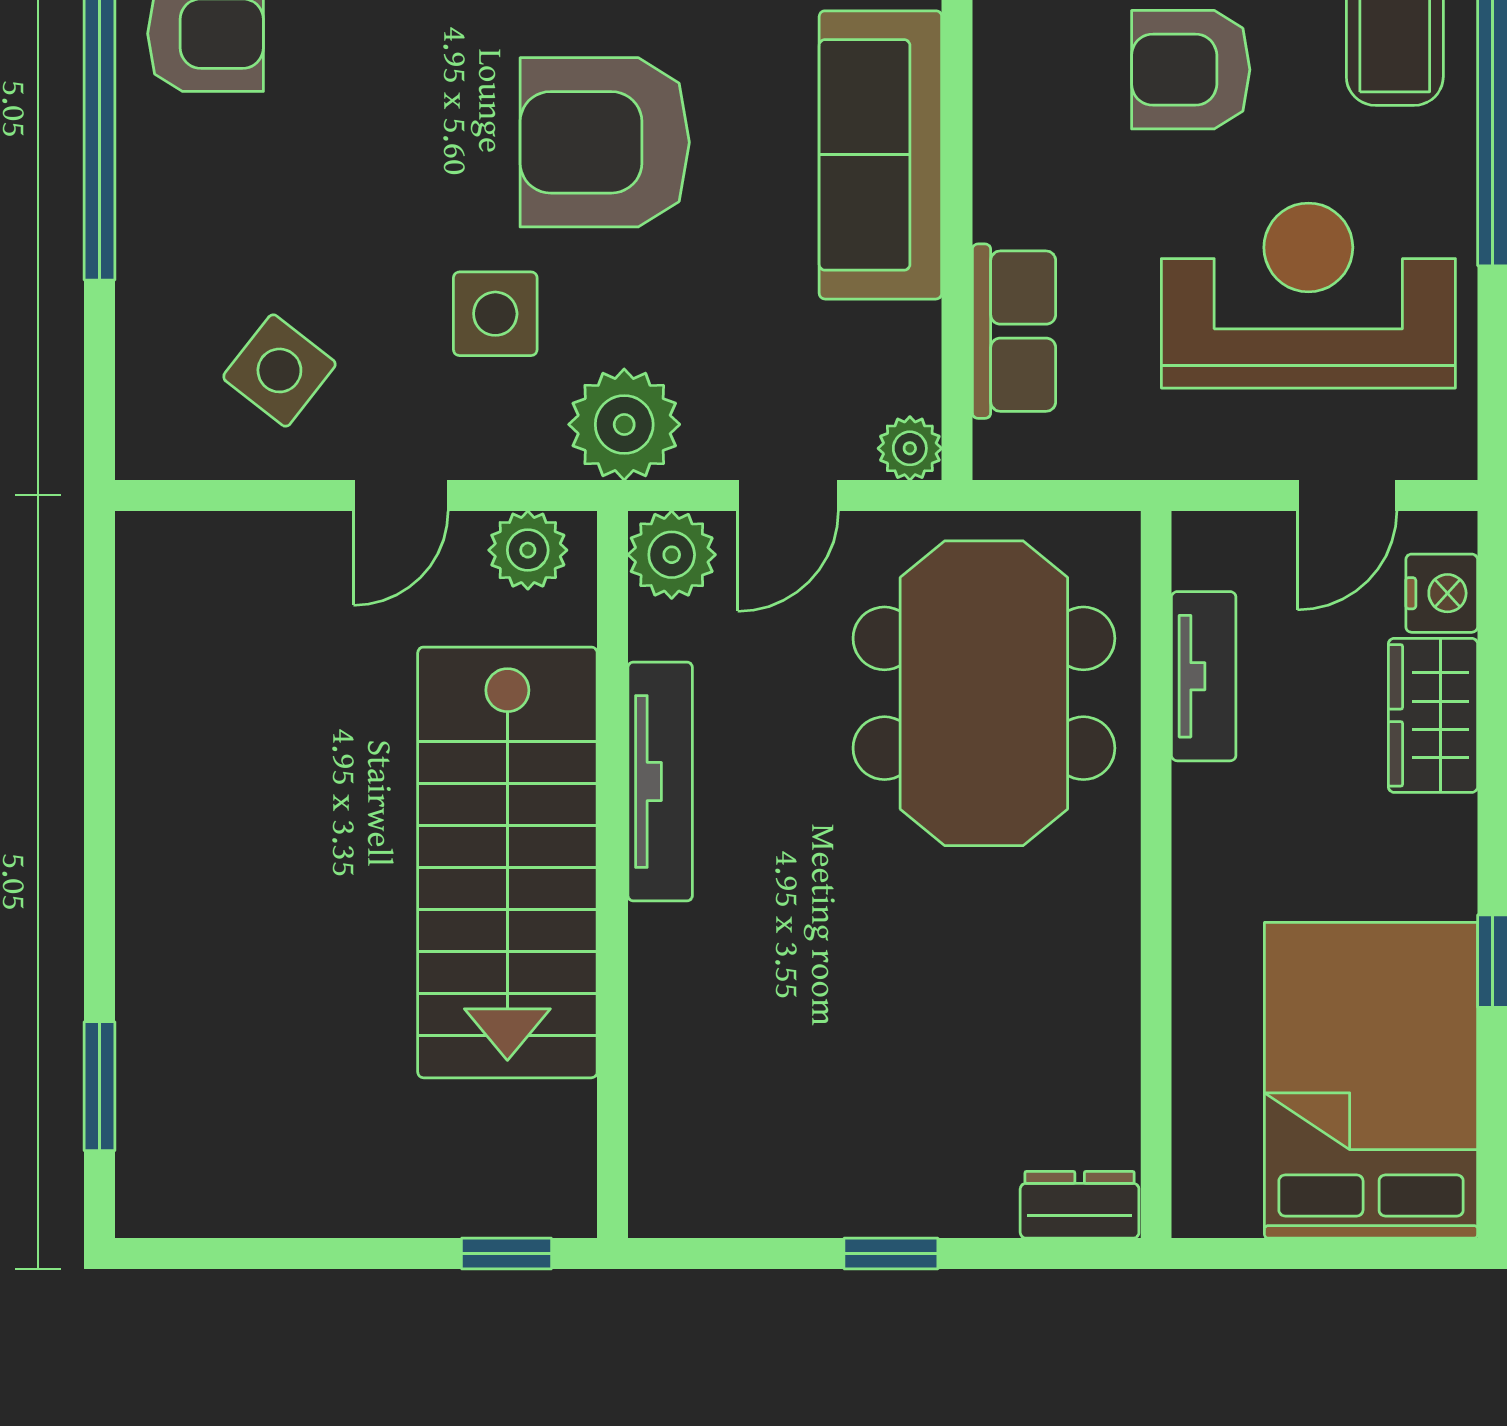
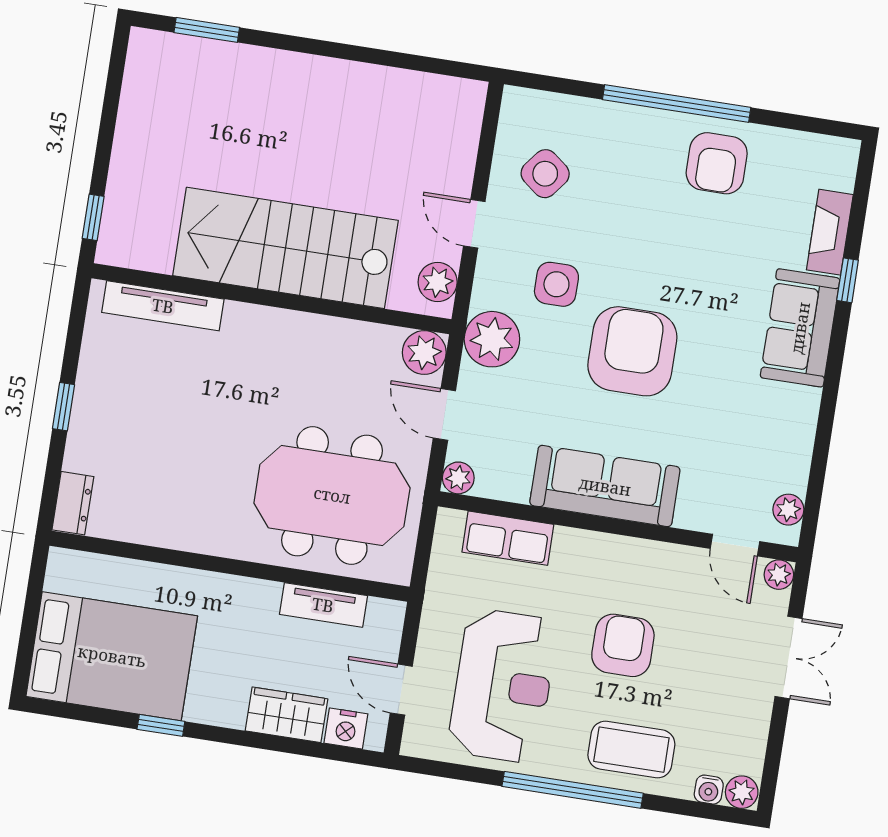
tv unit: (660, 782) -> (163, 306), moved

